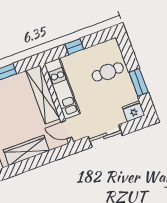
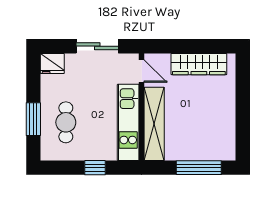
cafe table: (108, 72) -> (66, 122), turned 90
window: (139, 82) -> (33, 119), moved

